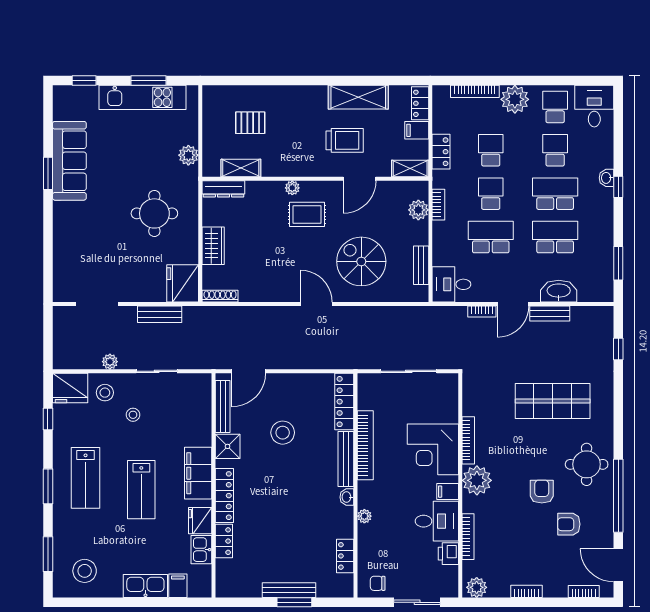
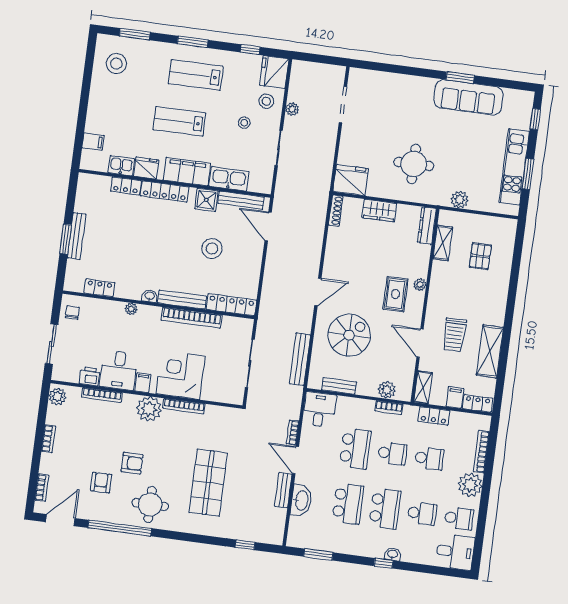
bench: (160, 314) -> (300, 359), moved, width x1.36
kitchen sink: (145, 586) -> (229, 179), moved, turned -90

